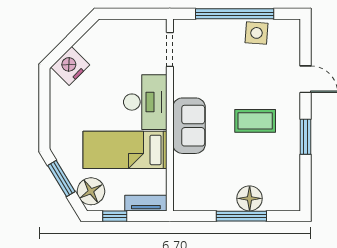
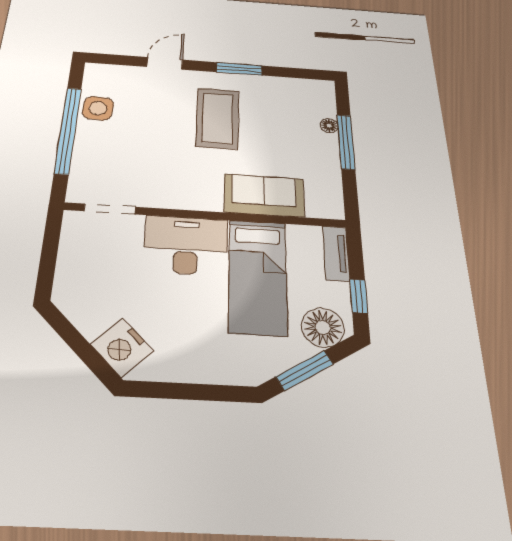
coffee table: (255, 121) -> (218, 118), width x1.36, depth x1.32
sofa: (189, 126) -> (264, 195), moved
floor lamp: (250, 198) -> (329, 126), width x0.53, depth x0.53

